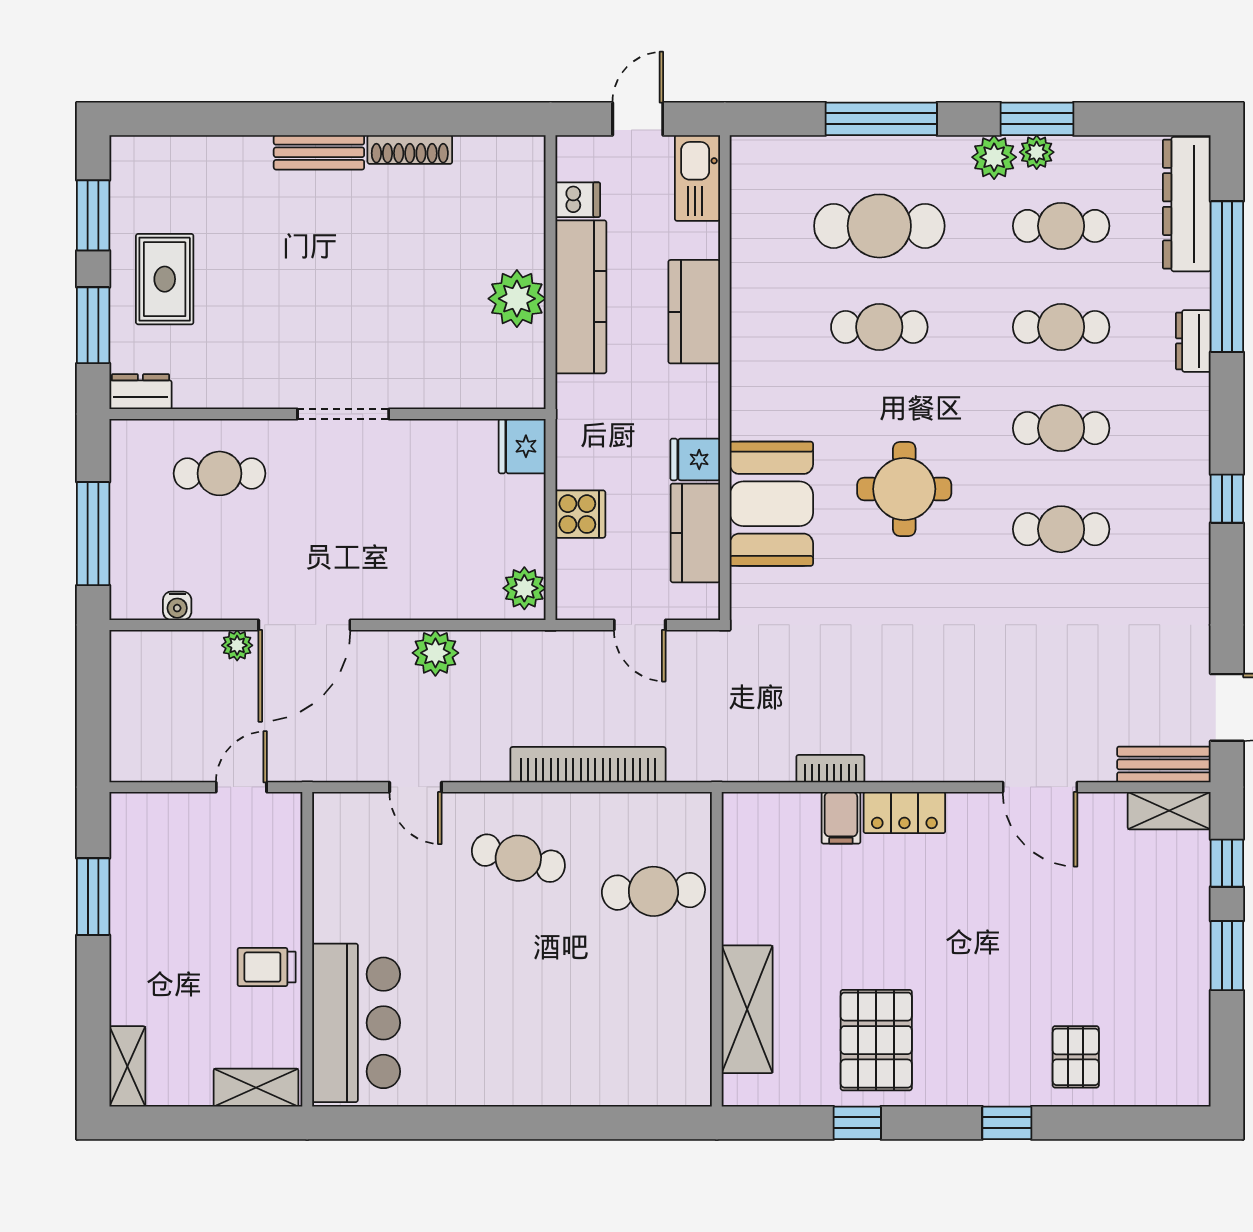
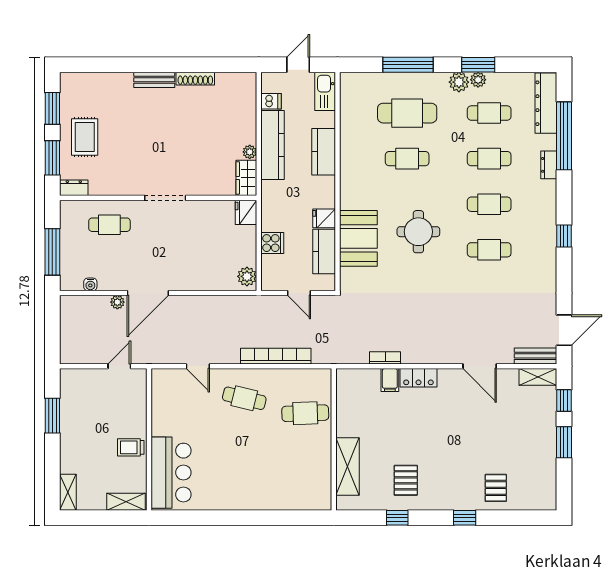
plant: (517, 299) -> (250, 152), width x0.53, depth x0.53
wardrobe: (523, 370) -> (246, 178), added
plant: (435, 653) -> (207, 306), removed
pallet: (876, 1040) -> (406, 480), width x0.67, depth x0.71

